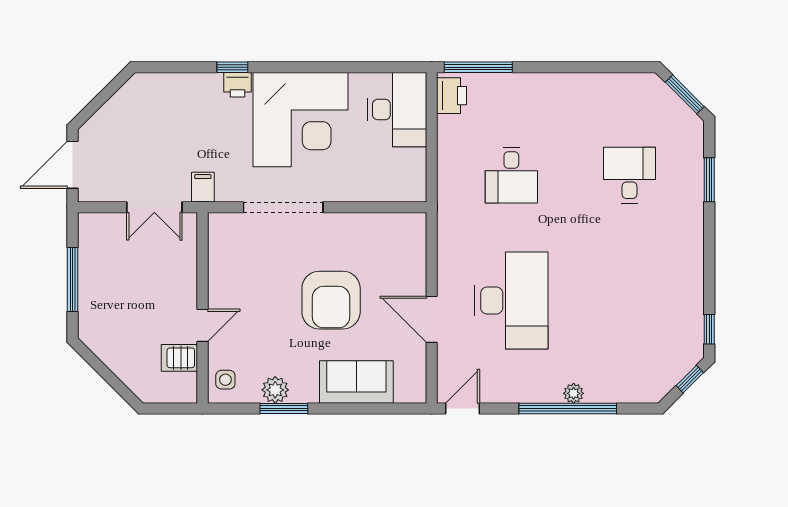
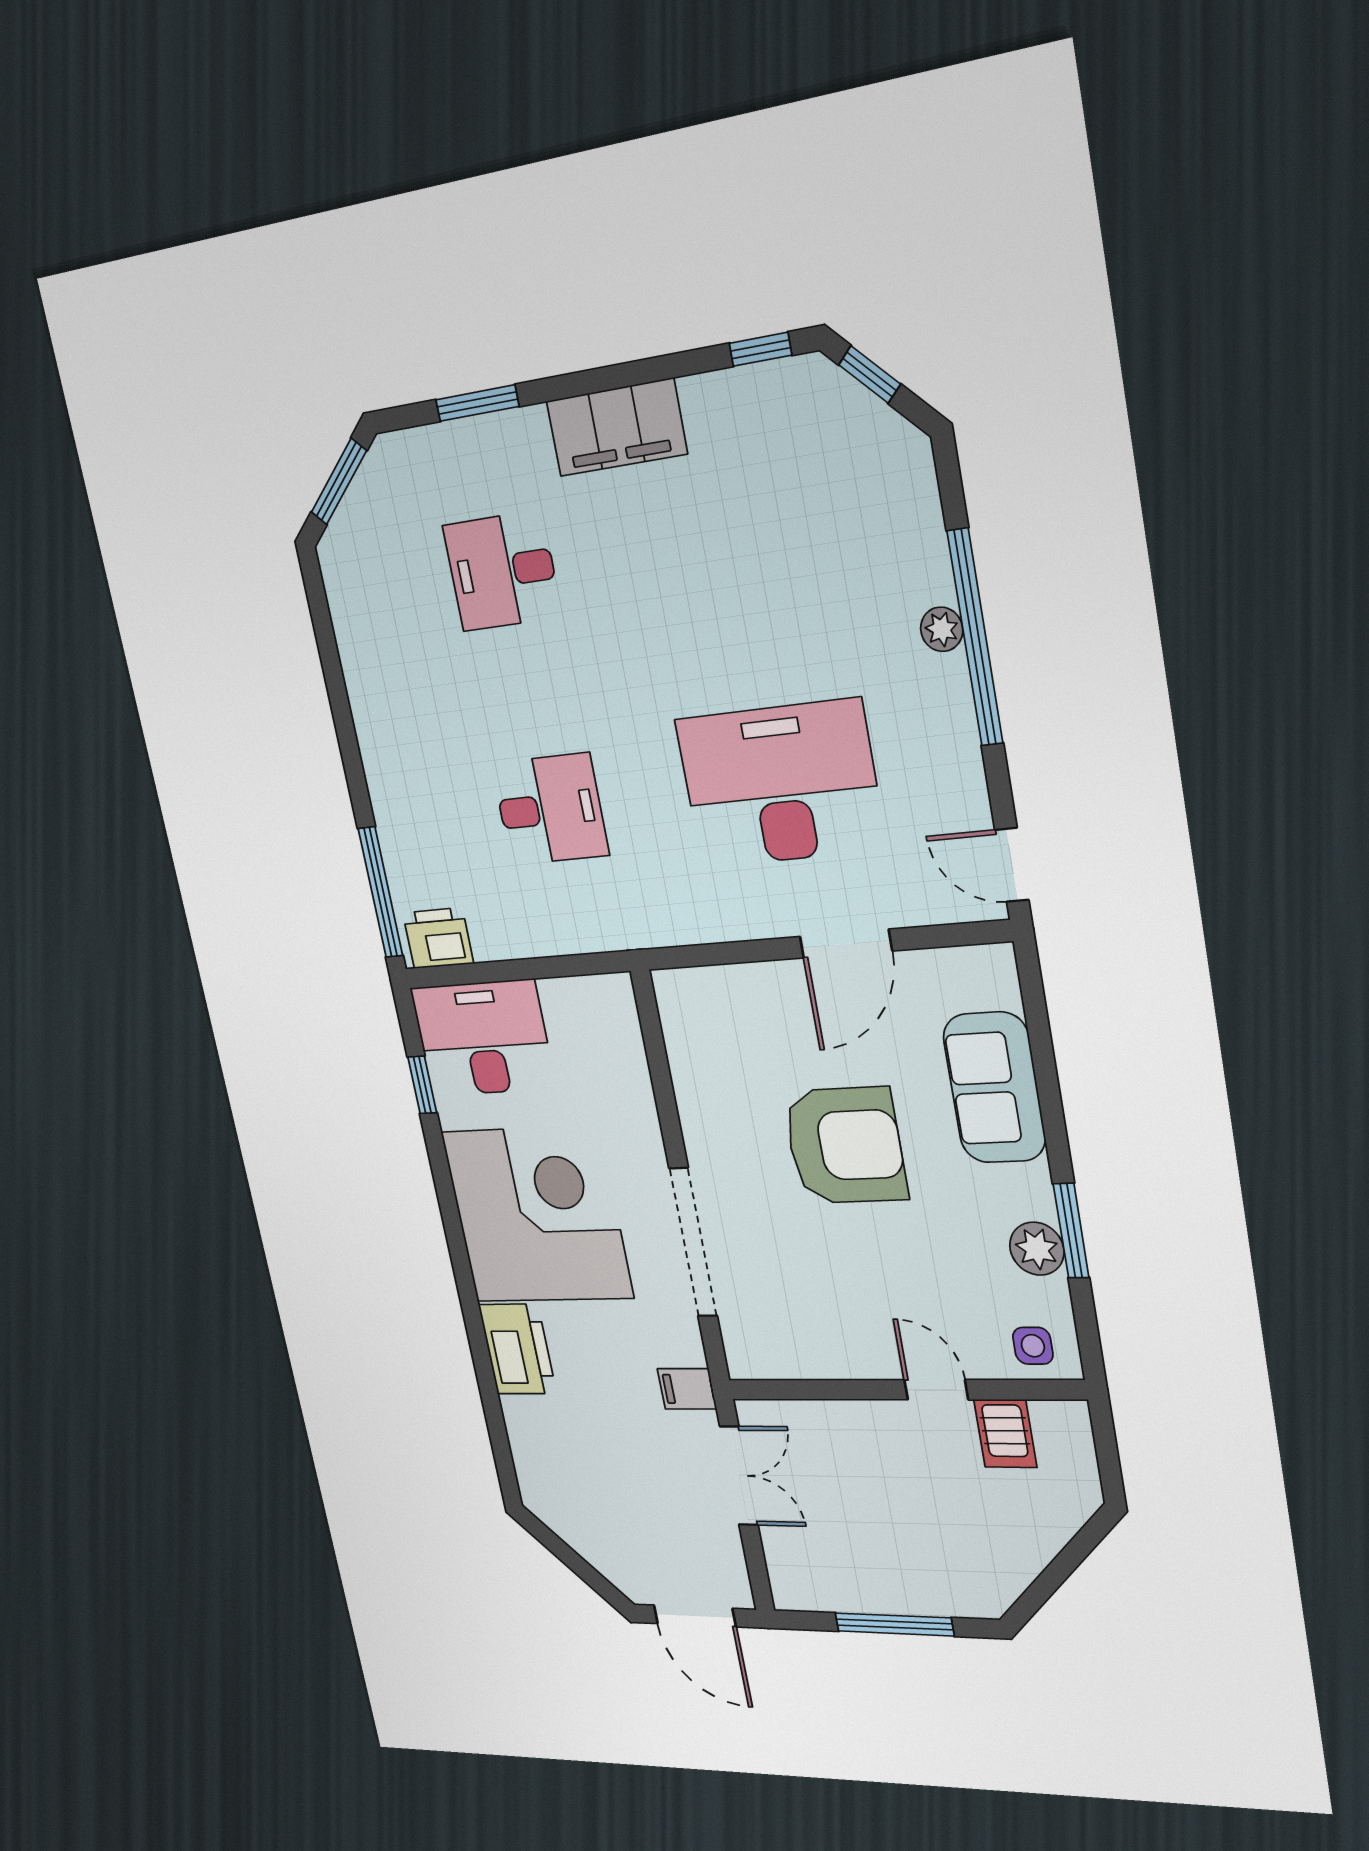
window: (232, 67) -> (422, 1085), moved
printer: (238, 85) -> (517, 1349), width x1.87, depth x1.48
filing cabinet: (687, 250) -> (616, 427), added

